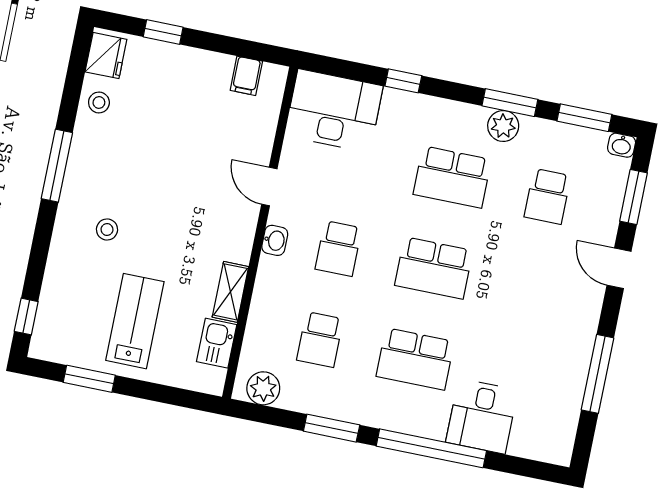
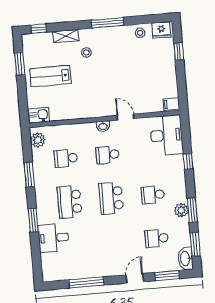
filing cabinet: (246, 76) -> (171, 104), moved
washbasin: (622, 145) -> (185, 259), width x1.91, depth x1.45
school desk: (452, 177) -> (153, 195), width x0.54
door: (269, 187) -> (126, 117), hinge flipped
shelving: (230, 292) -> (66, 36), moved
lab bench: (135, 321) -> (50, 76), turned 180
kitchen sink: (217, 343) -> (39, 115), moved
window: (431, 448) -> (33, 220), width x0.47

